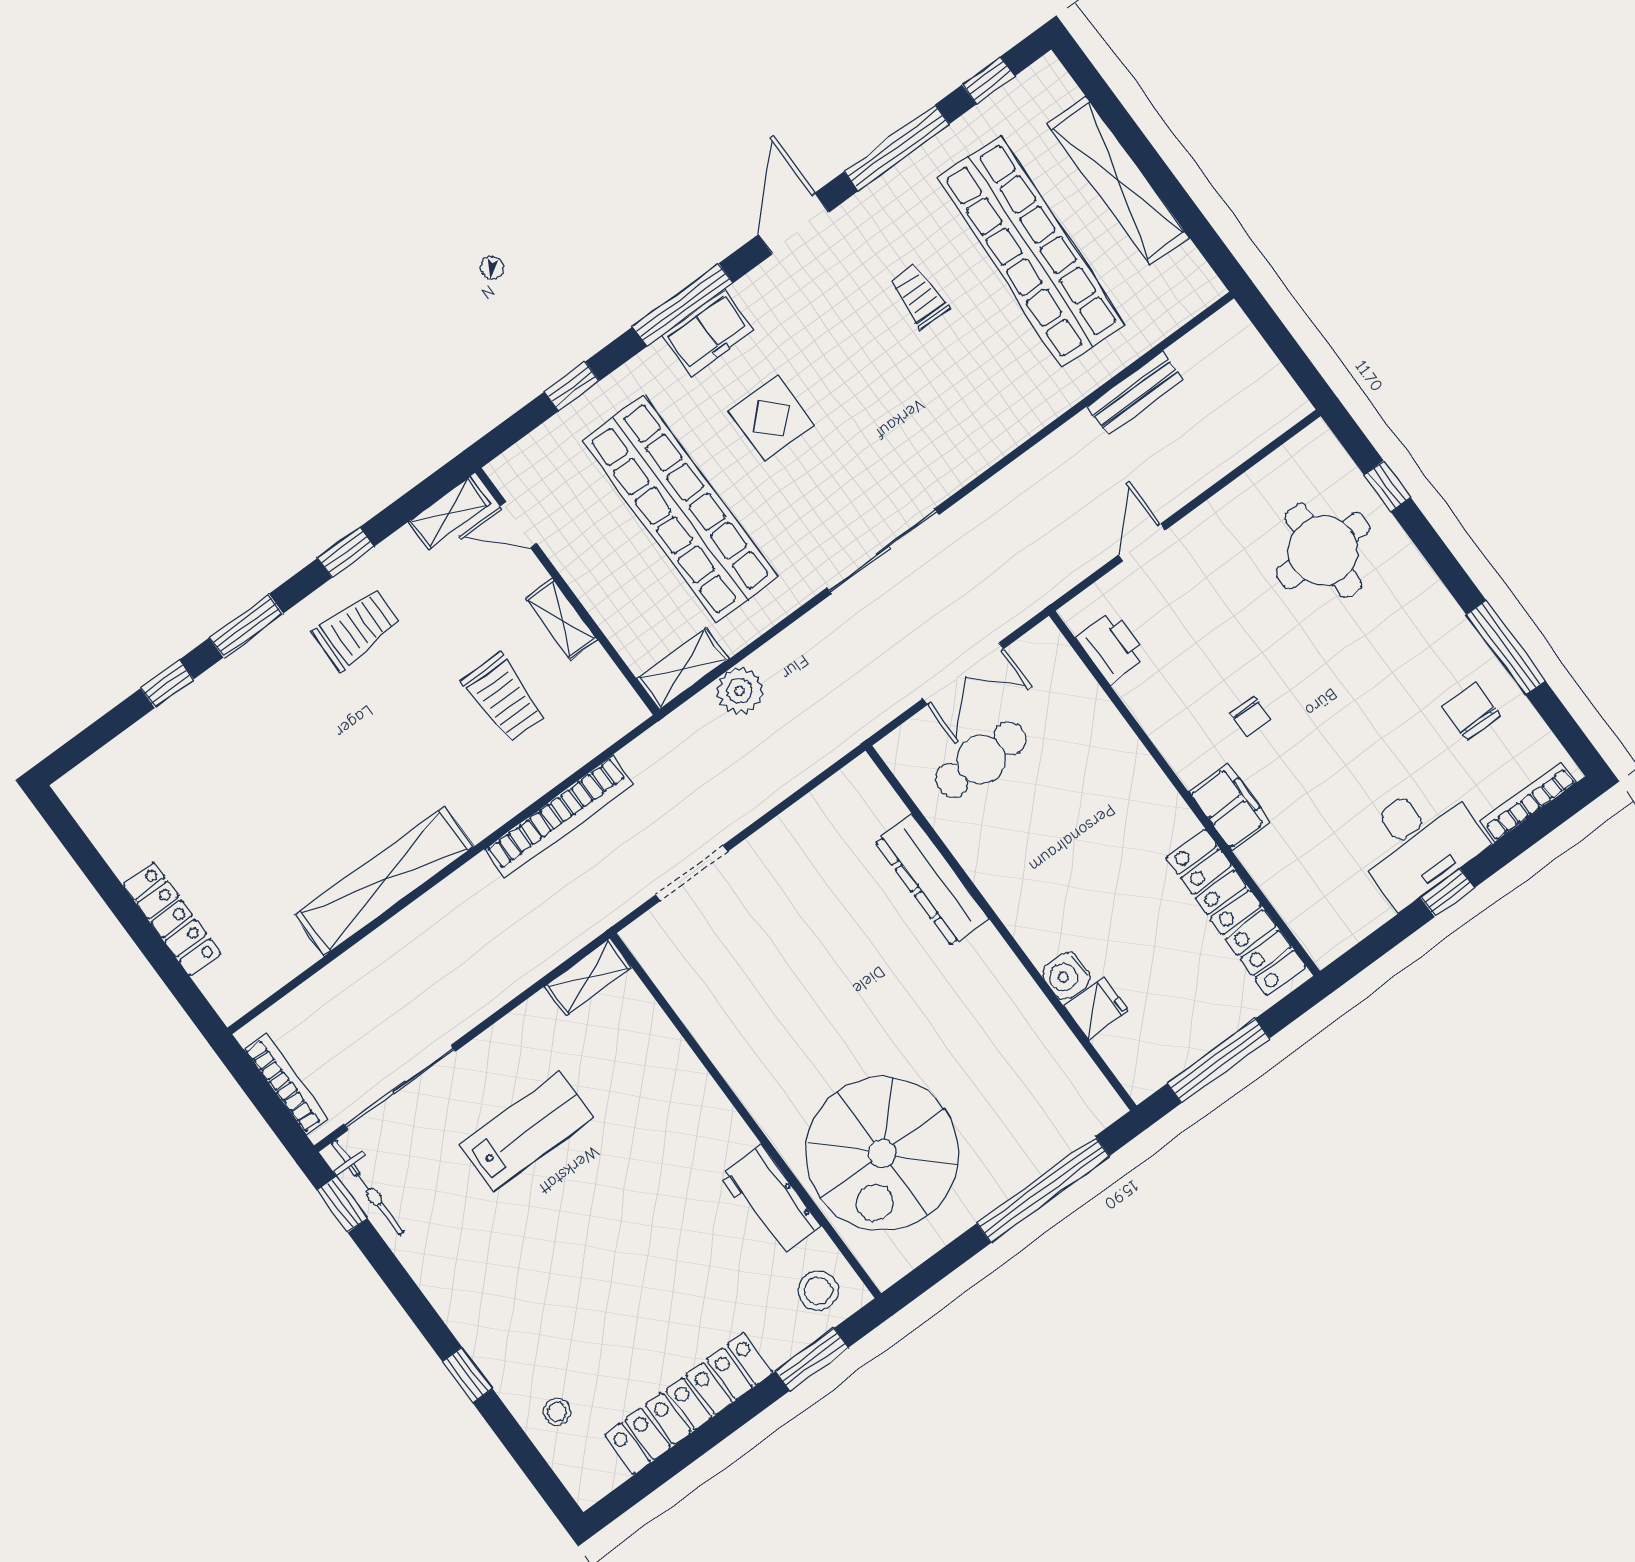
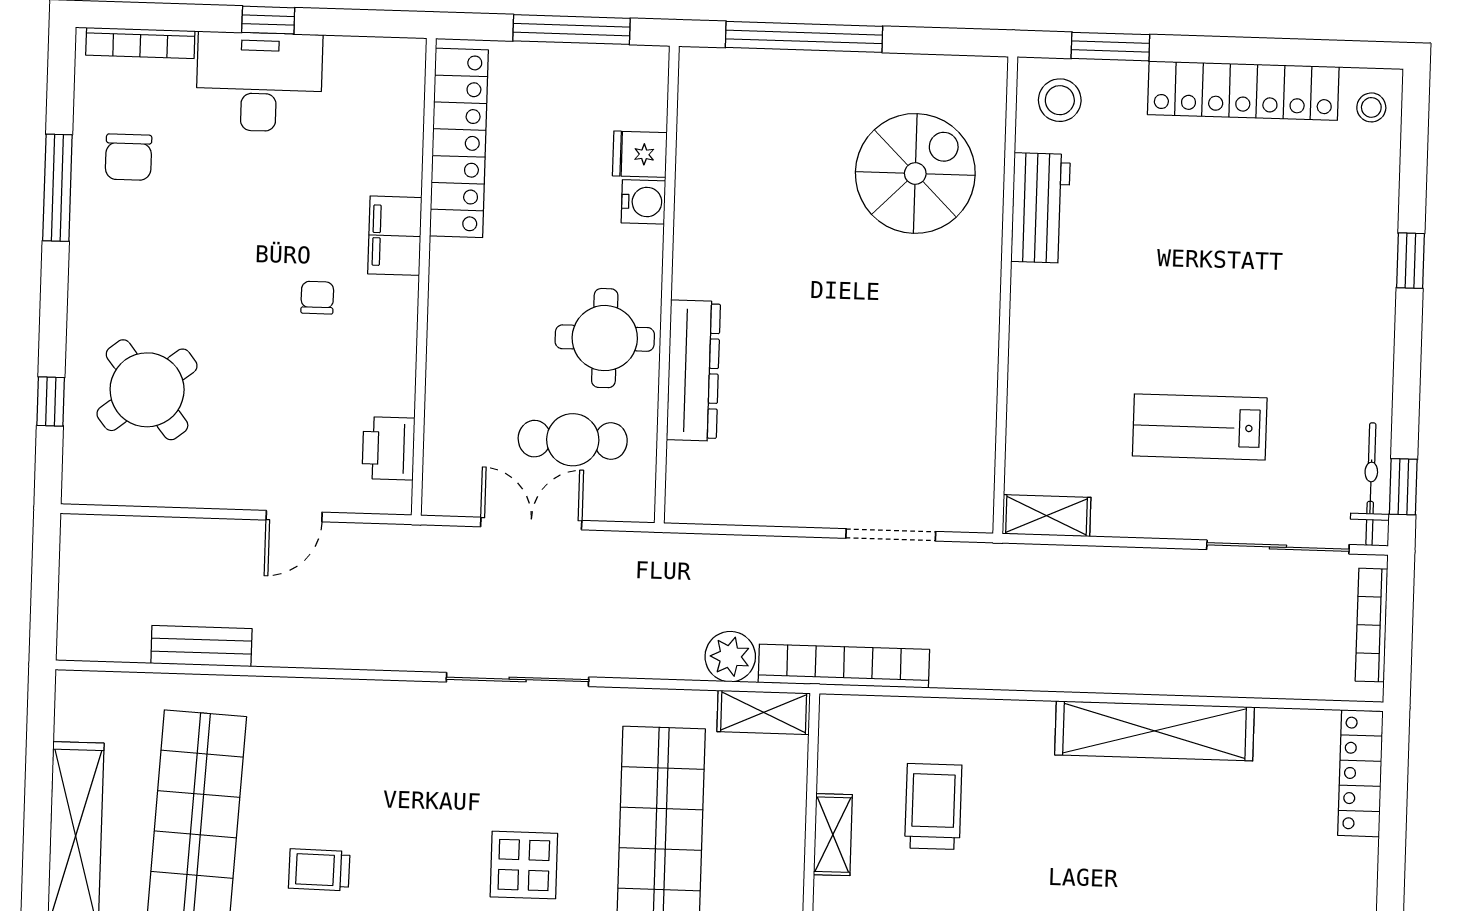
trolley: (919, 296) -> (319, 870), turned 91
round table: (1323, 550) -> (147, 390), turned -38
bookcase: (559, 817) -> (844, 666), moved
round table: (1016, 853) -> (605, 338), added
locker: (172, 919) -> (1360, 773), moved
spiral stairs: (882, 1153) -> (915, 173), width x0.73, depth x0.73
stool: (557, 1412) -> (1371, 107), moved

